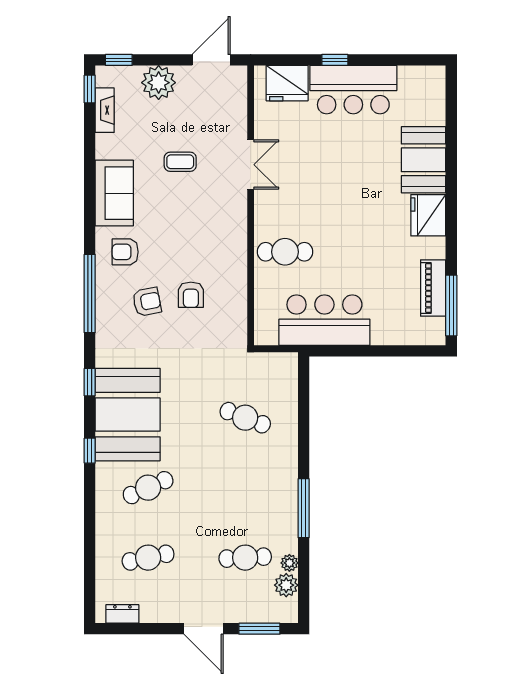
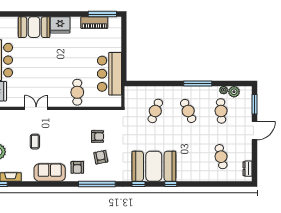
cafe table: (148, 488) -> (188, 111), moved

